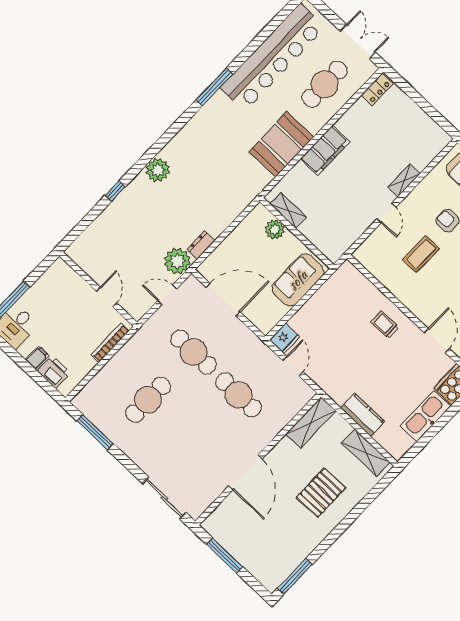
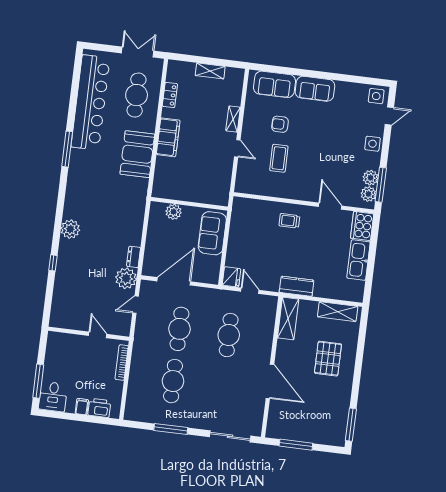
locker: (377, 89) -> (170, 95), moved
shelving: (288, 210) -> (210, 71), moved
cafe table: (193, 352) -> (179, 329), turned 90
cafe table: (238, 395) -> (229, 335), turned 90
kitchen counter: (363, 415) -> (297, 286), moved
window: (95, 432) -> (171, 429), moved

